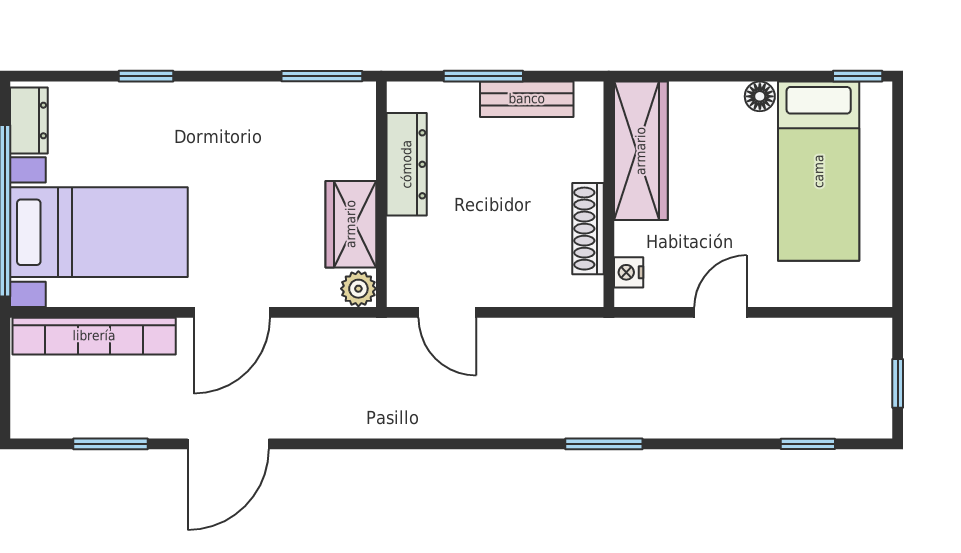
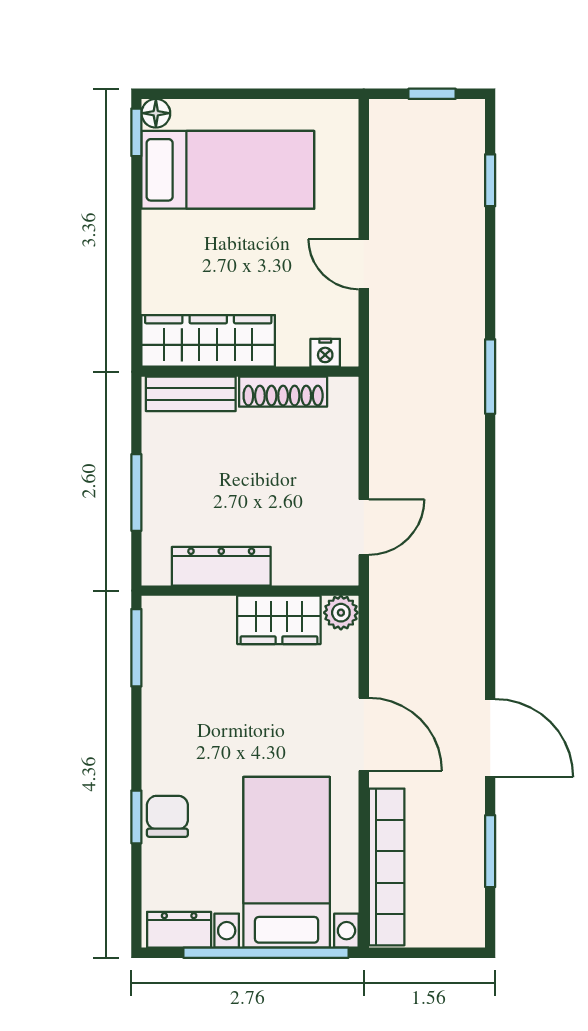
floor lamp: (760, 96) -> (156, 113), moved
bench: (527, 99) -> (191, 394), moved, turned 90
chair: (147, 108) -> (167, 816), added

